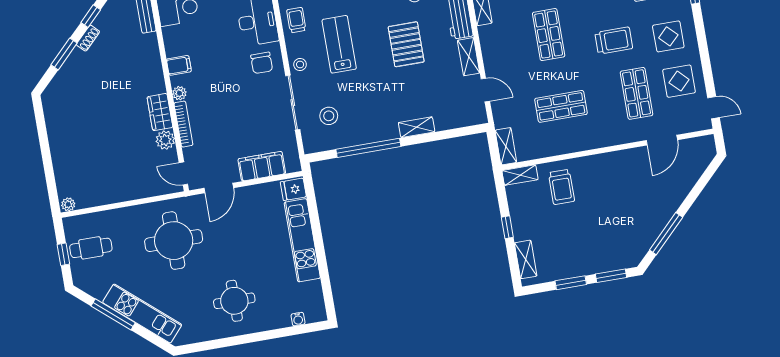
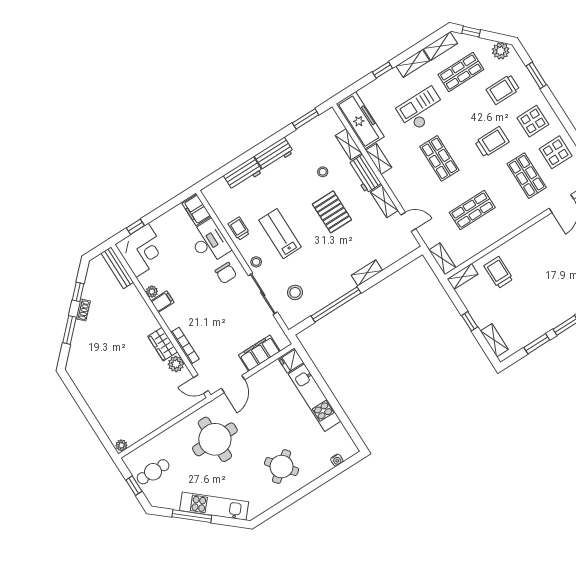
plant: (179, 93) -> (152, 292), moved
trolley: (561, 187) -> (499, 272), turned 180
round table: (234, 301) -> (282, 467), turned -38

